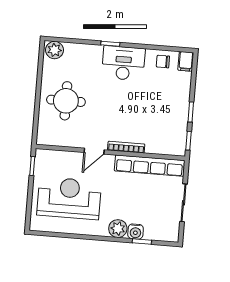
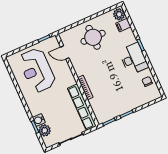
filing cabinet: (186, 61) -> (123, 25), moved
door: (94, 151) -> (65, 52), moved
reception desk: (69, 198) -> (37, 70), turned 180
plant: (118, 229) -> (45, 130), moved

